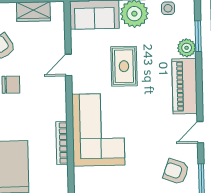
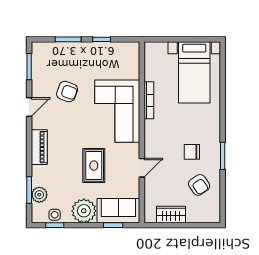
plant: (187, 48) -> (39, 195), moved
piano: (185, 86) -> (39, 147), width x0.73, depth x0.75
armchair: (176, 171) -> (67, 92), moved

